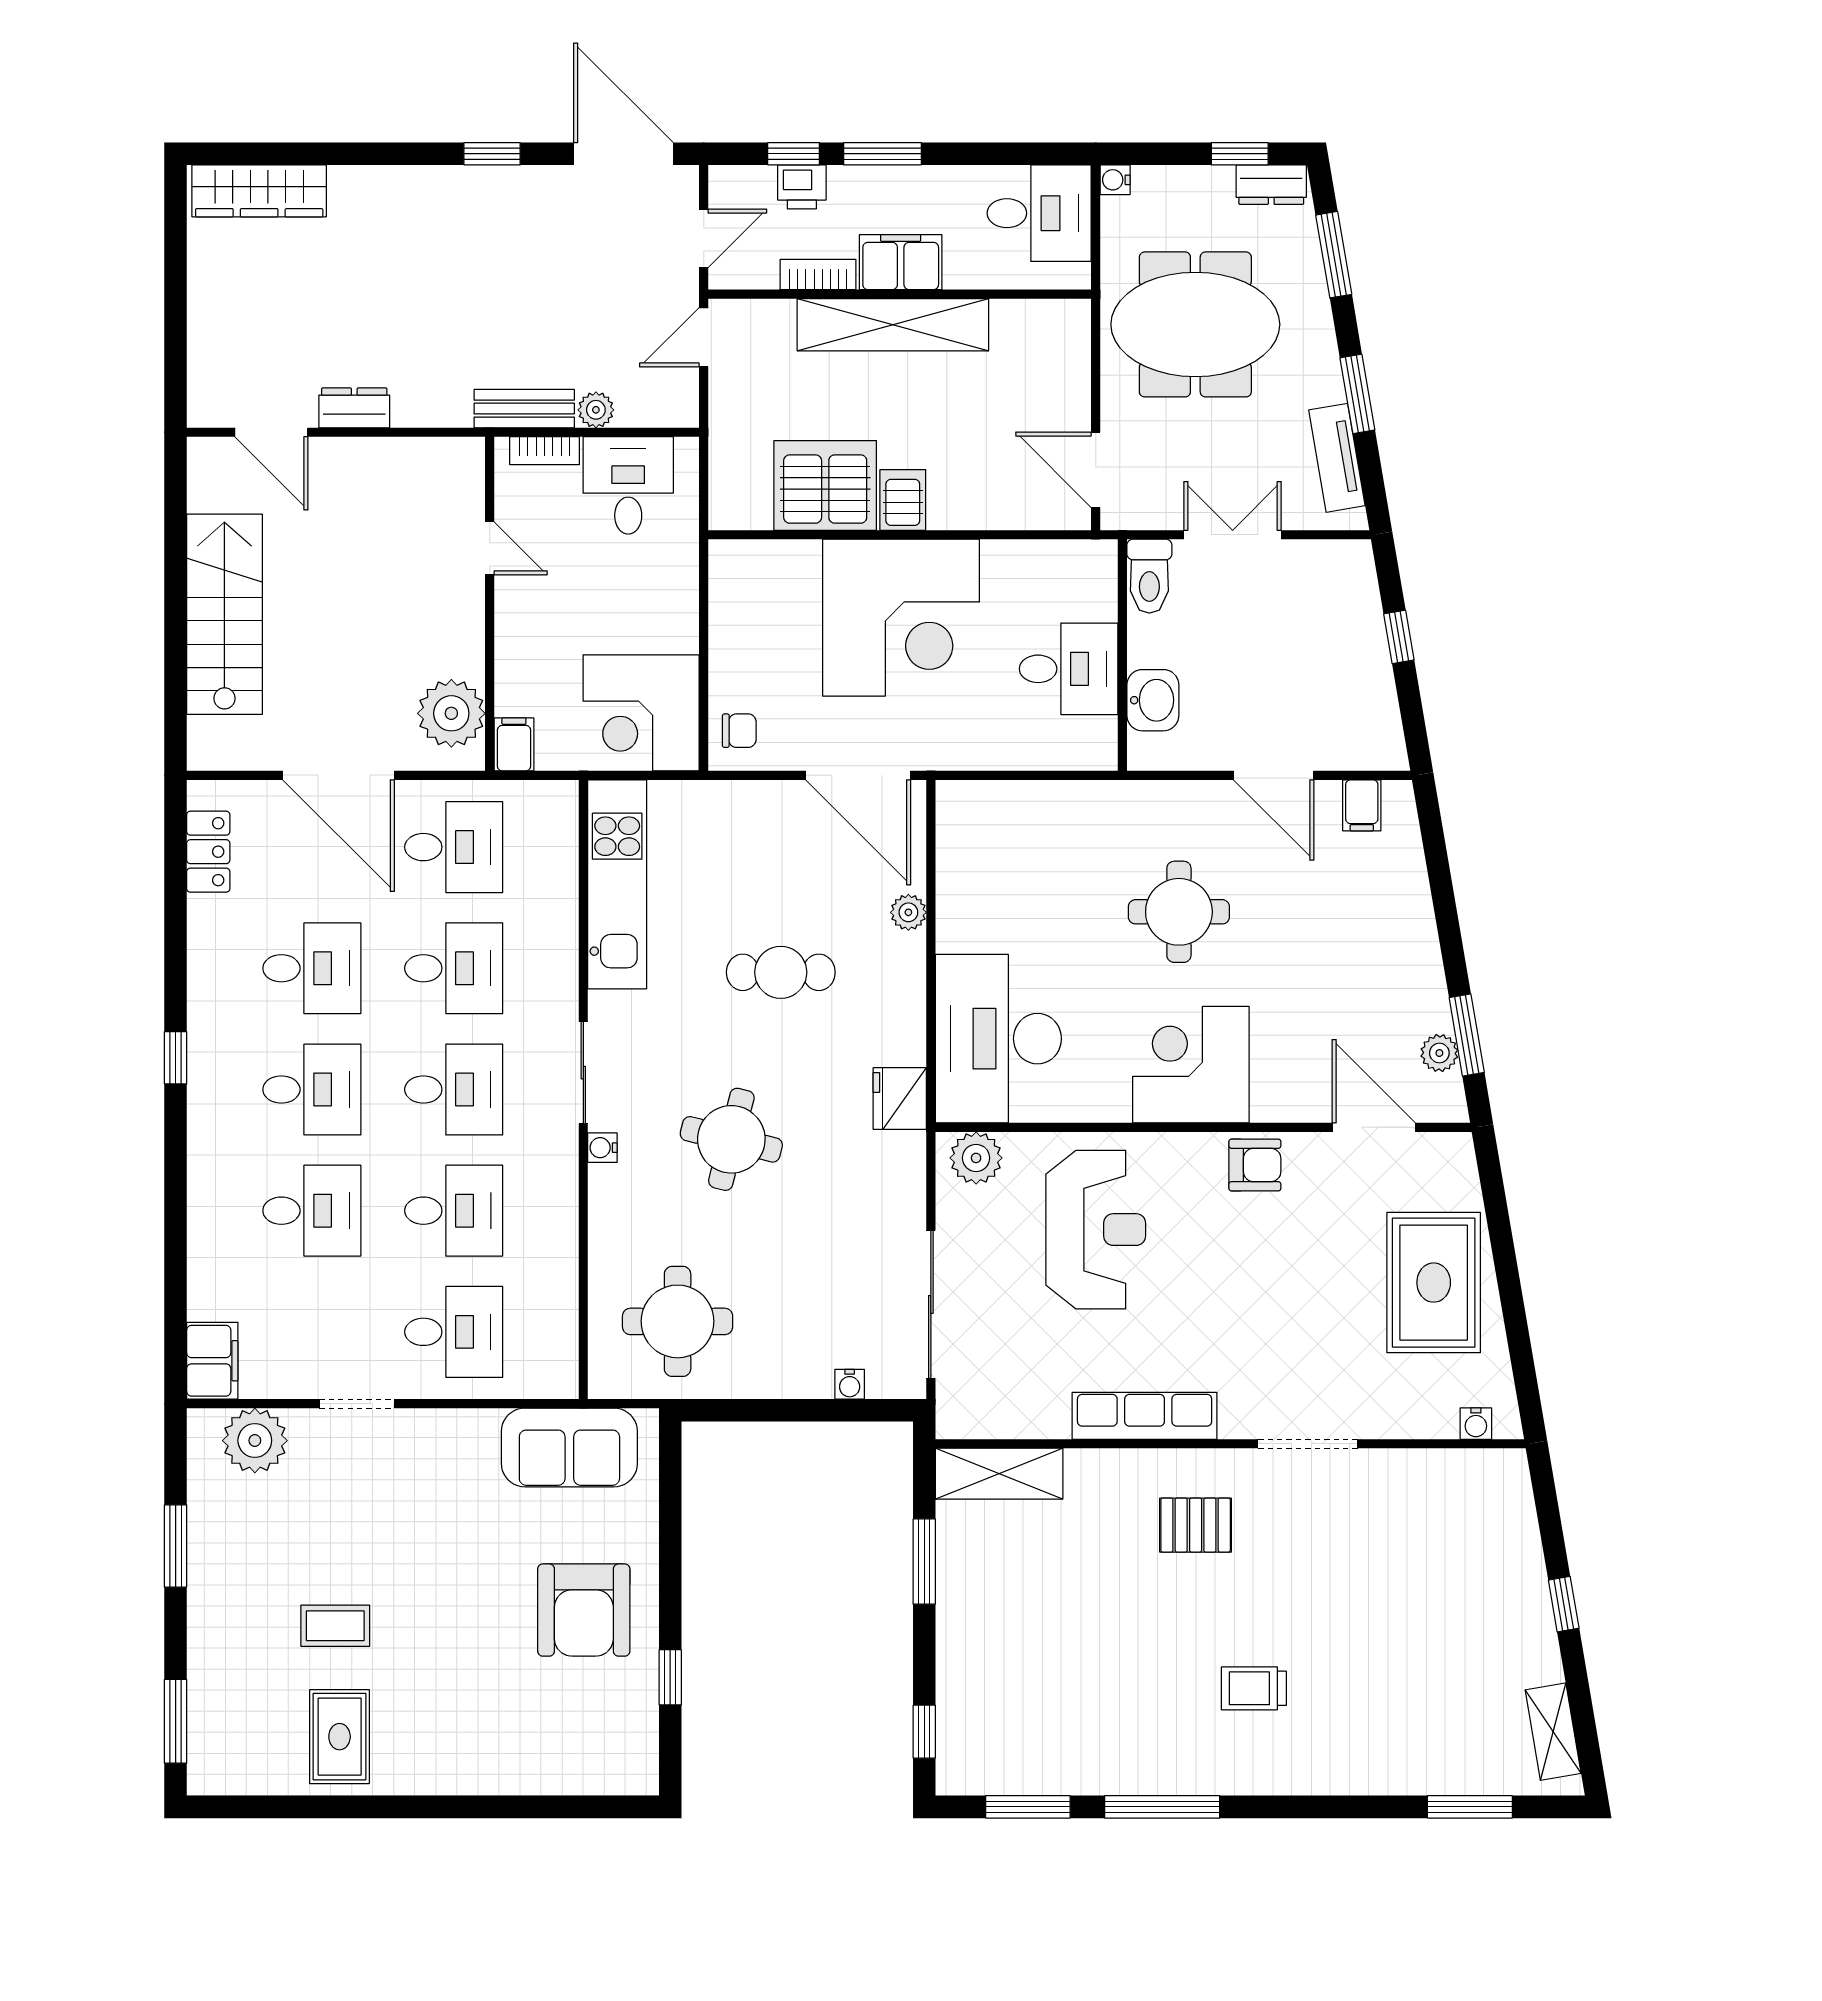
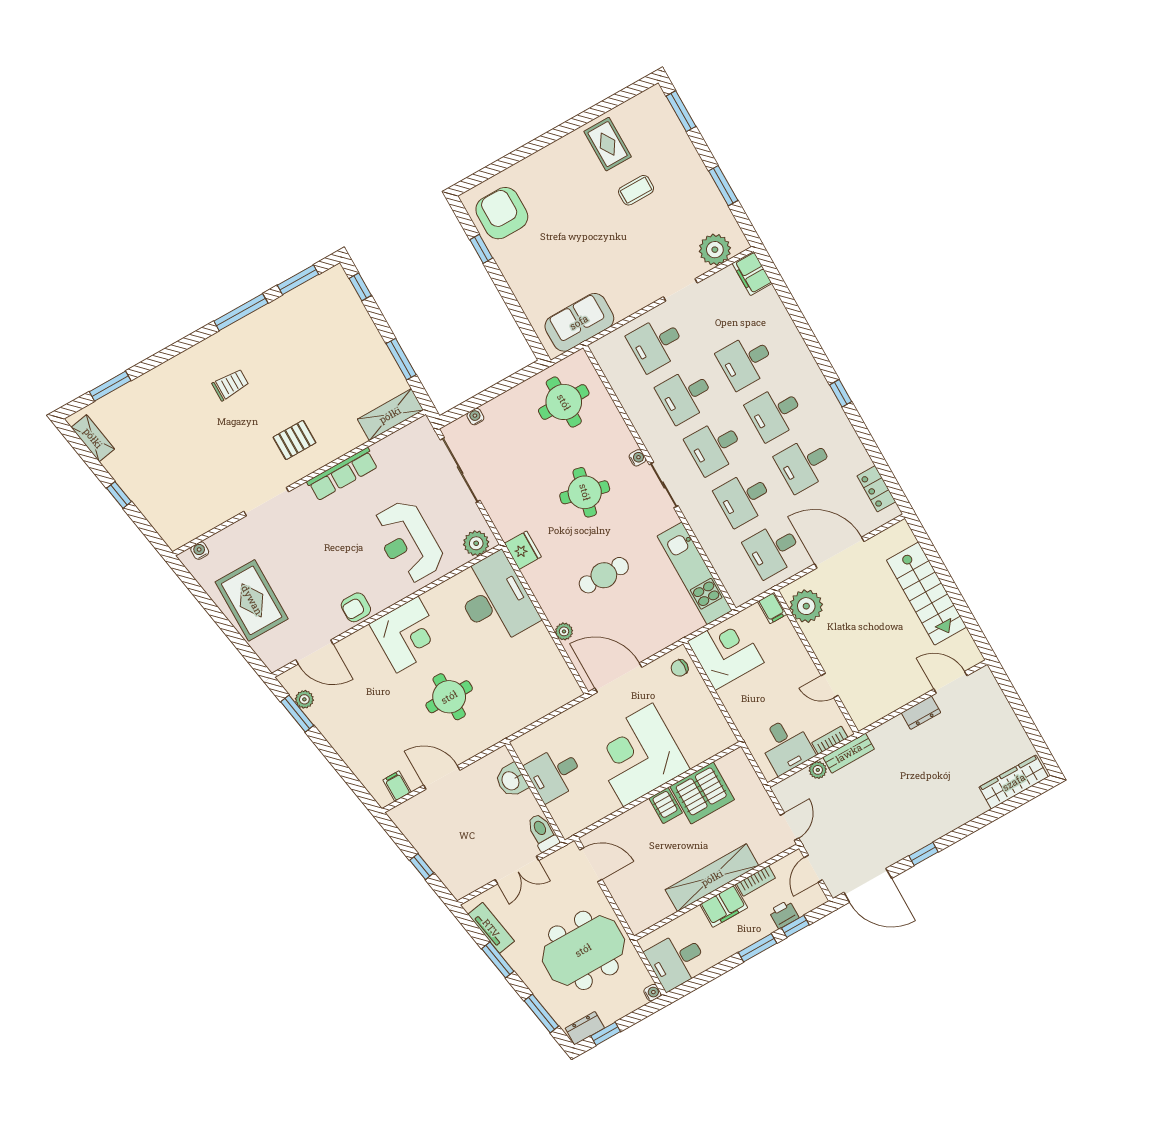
armchair: (584, 1610) -> (502, 213), moved

